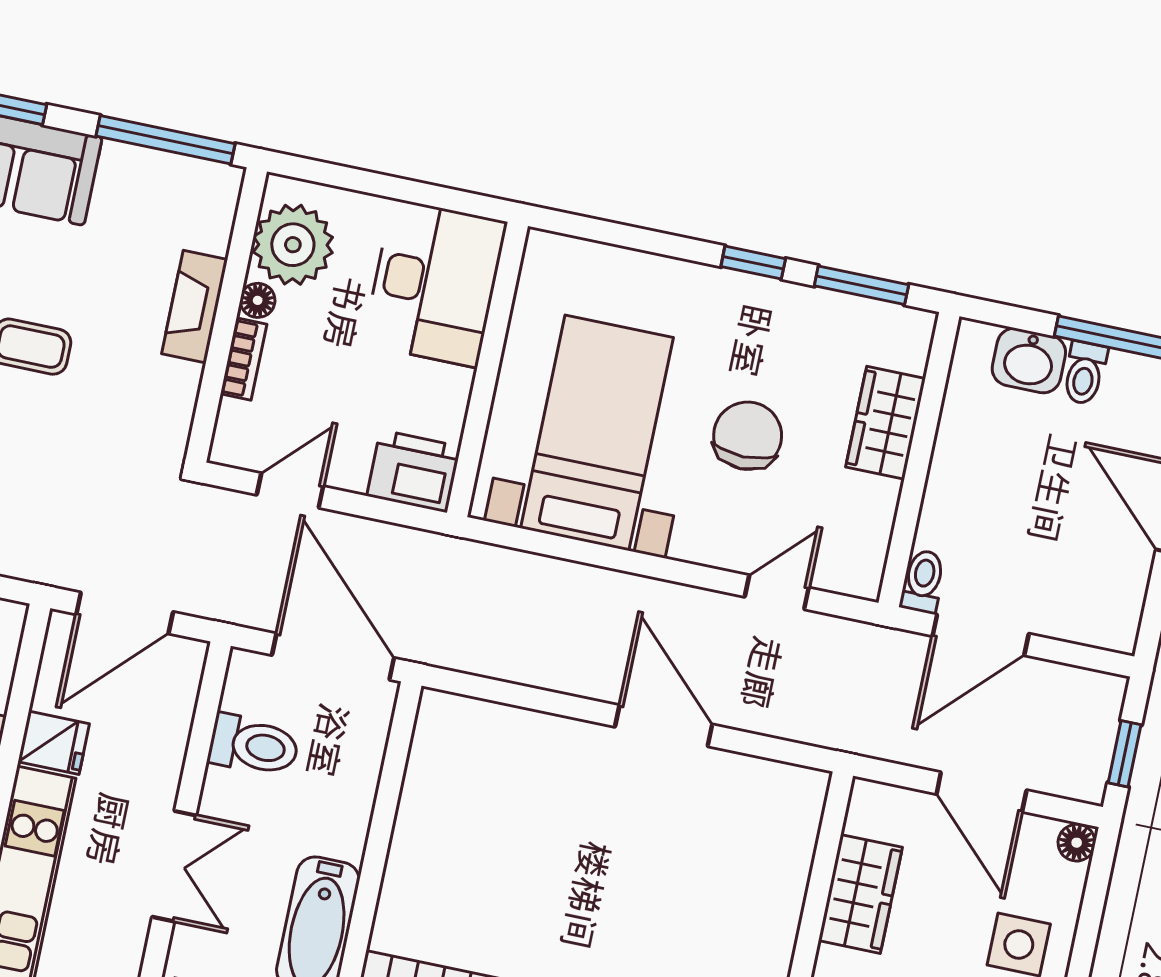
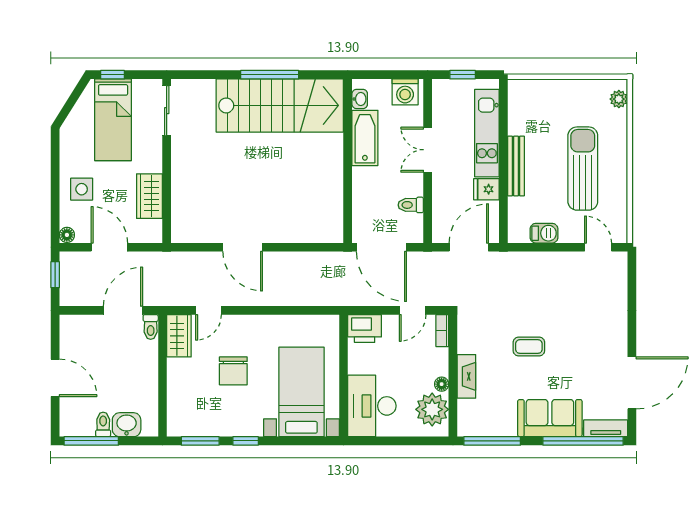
bookcase: (244, 359) -> (442, 331), moved
wardrobe: (886, 423) -> (179, 336), moved
bed with nightstands: (597, 433) -> (301, 392), moved, turned 180
toilet: (254, 745) -> (411, 205), width x0.73, depth x0.72

